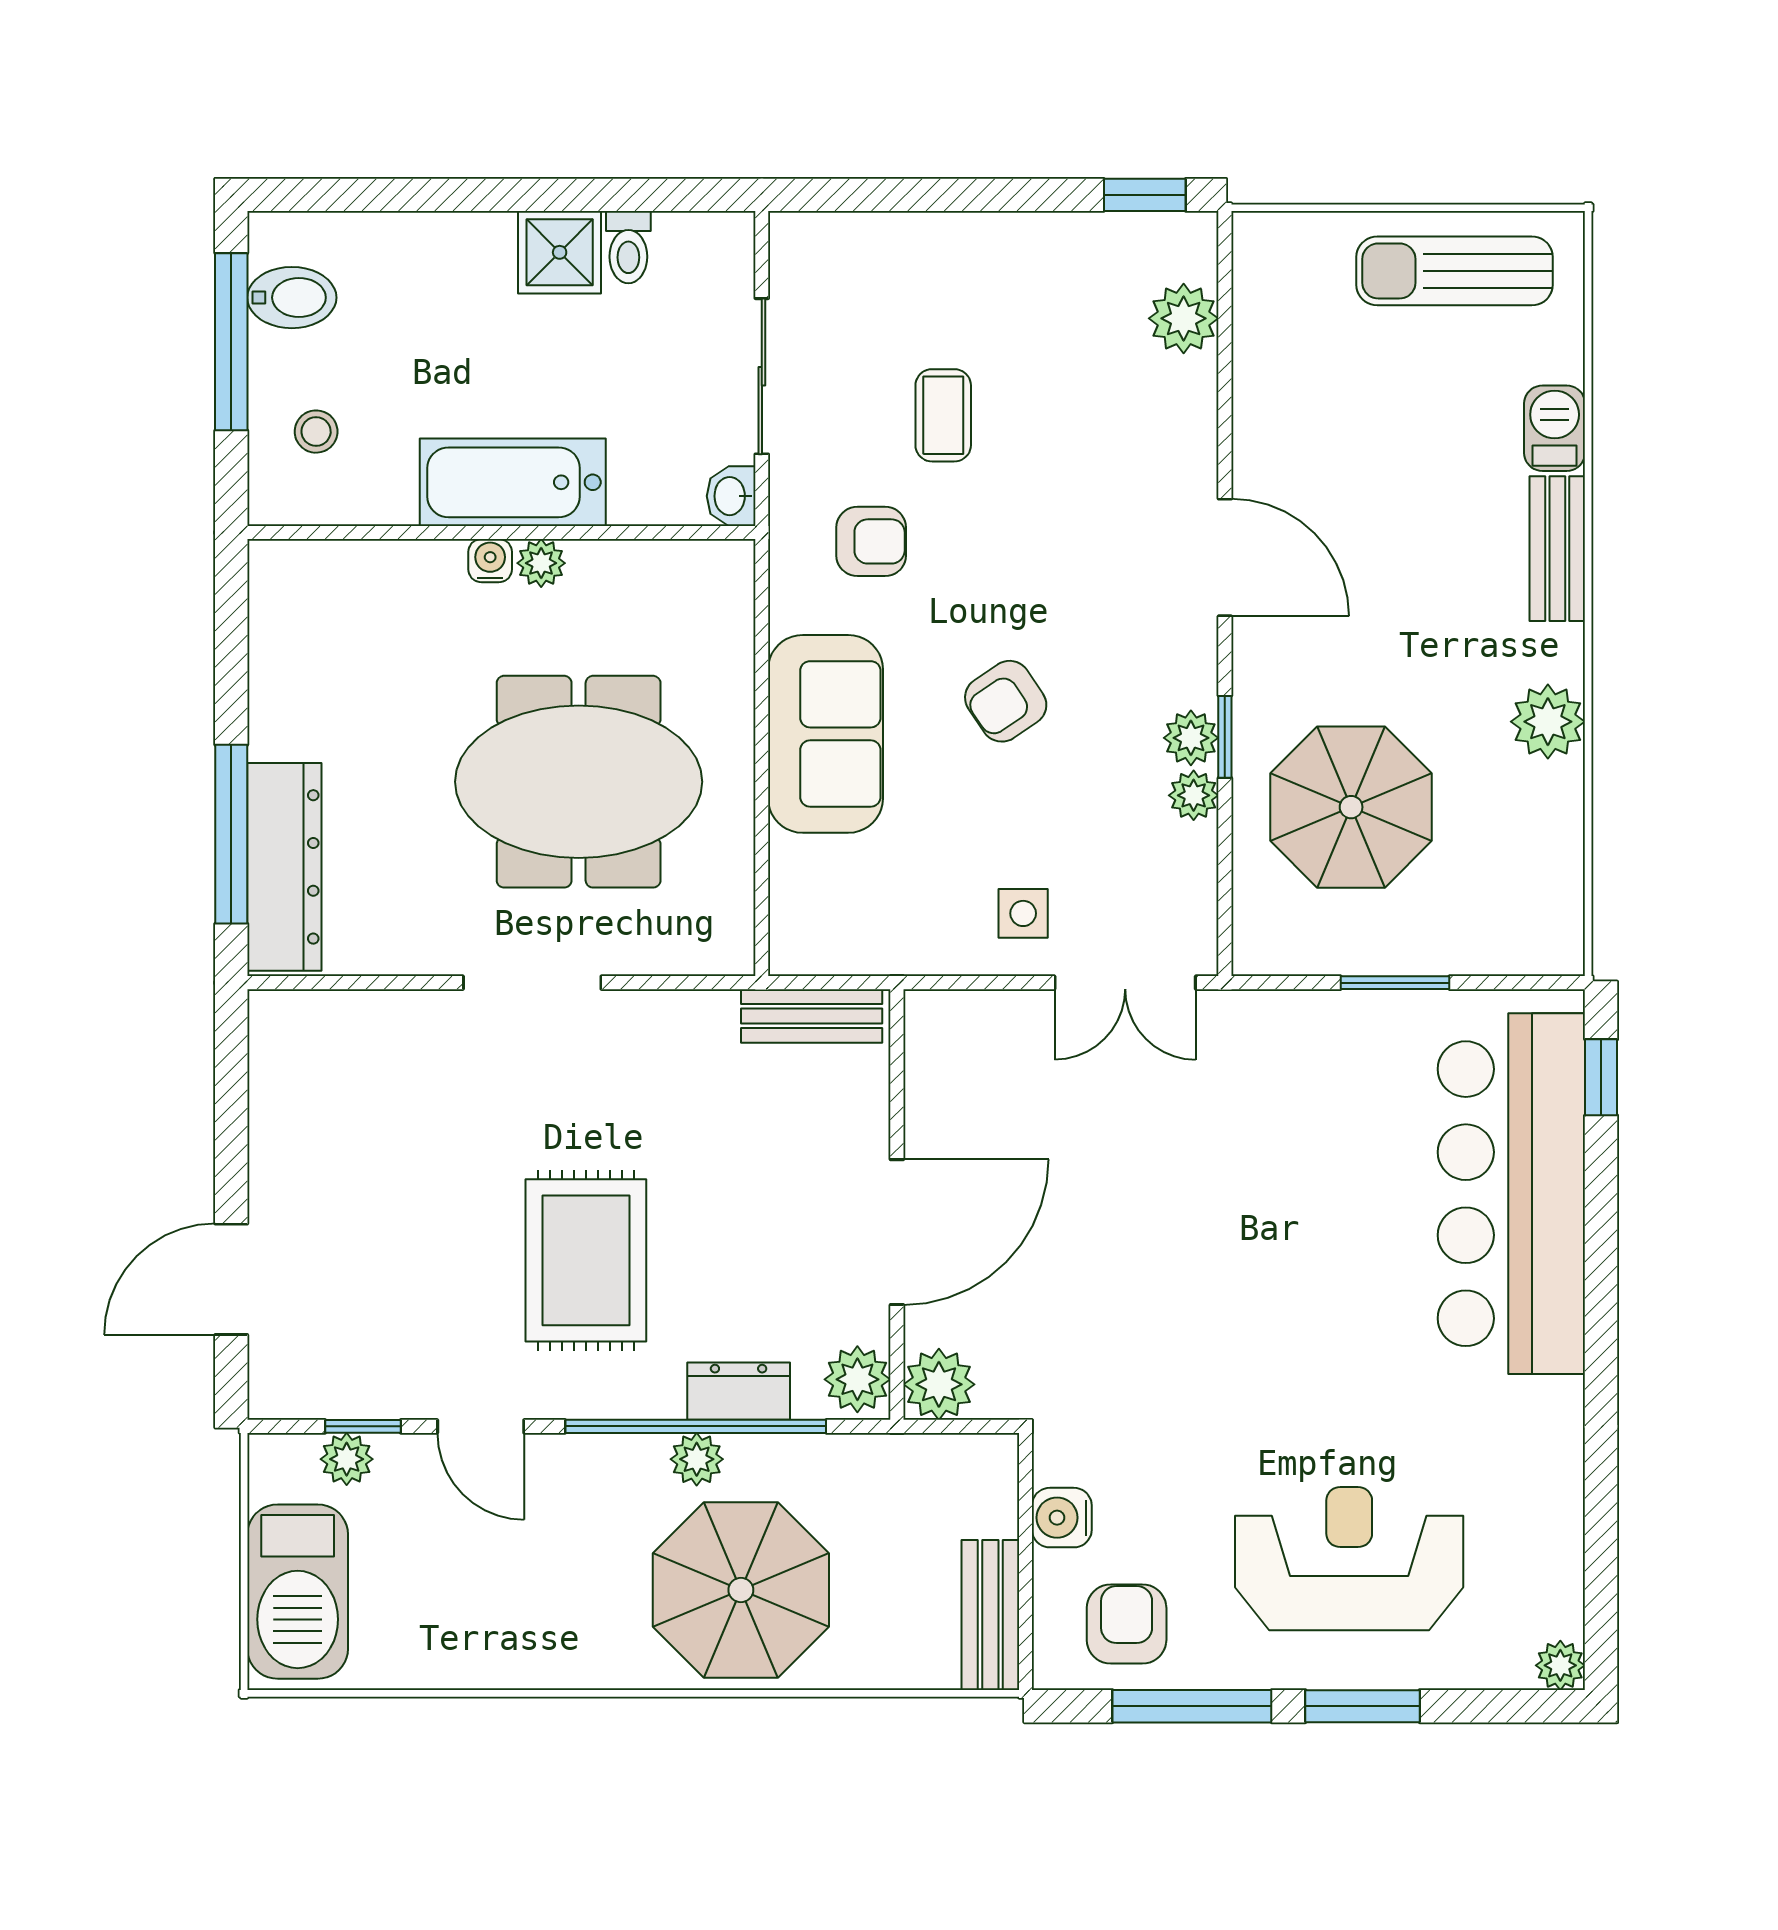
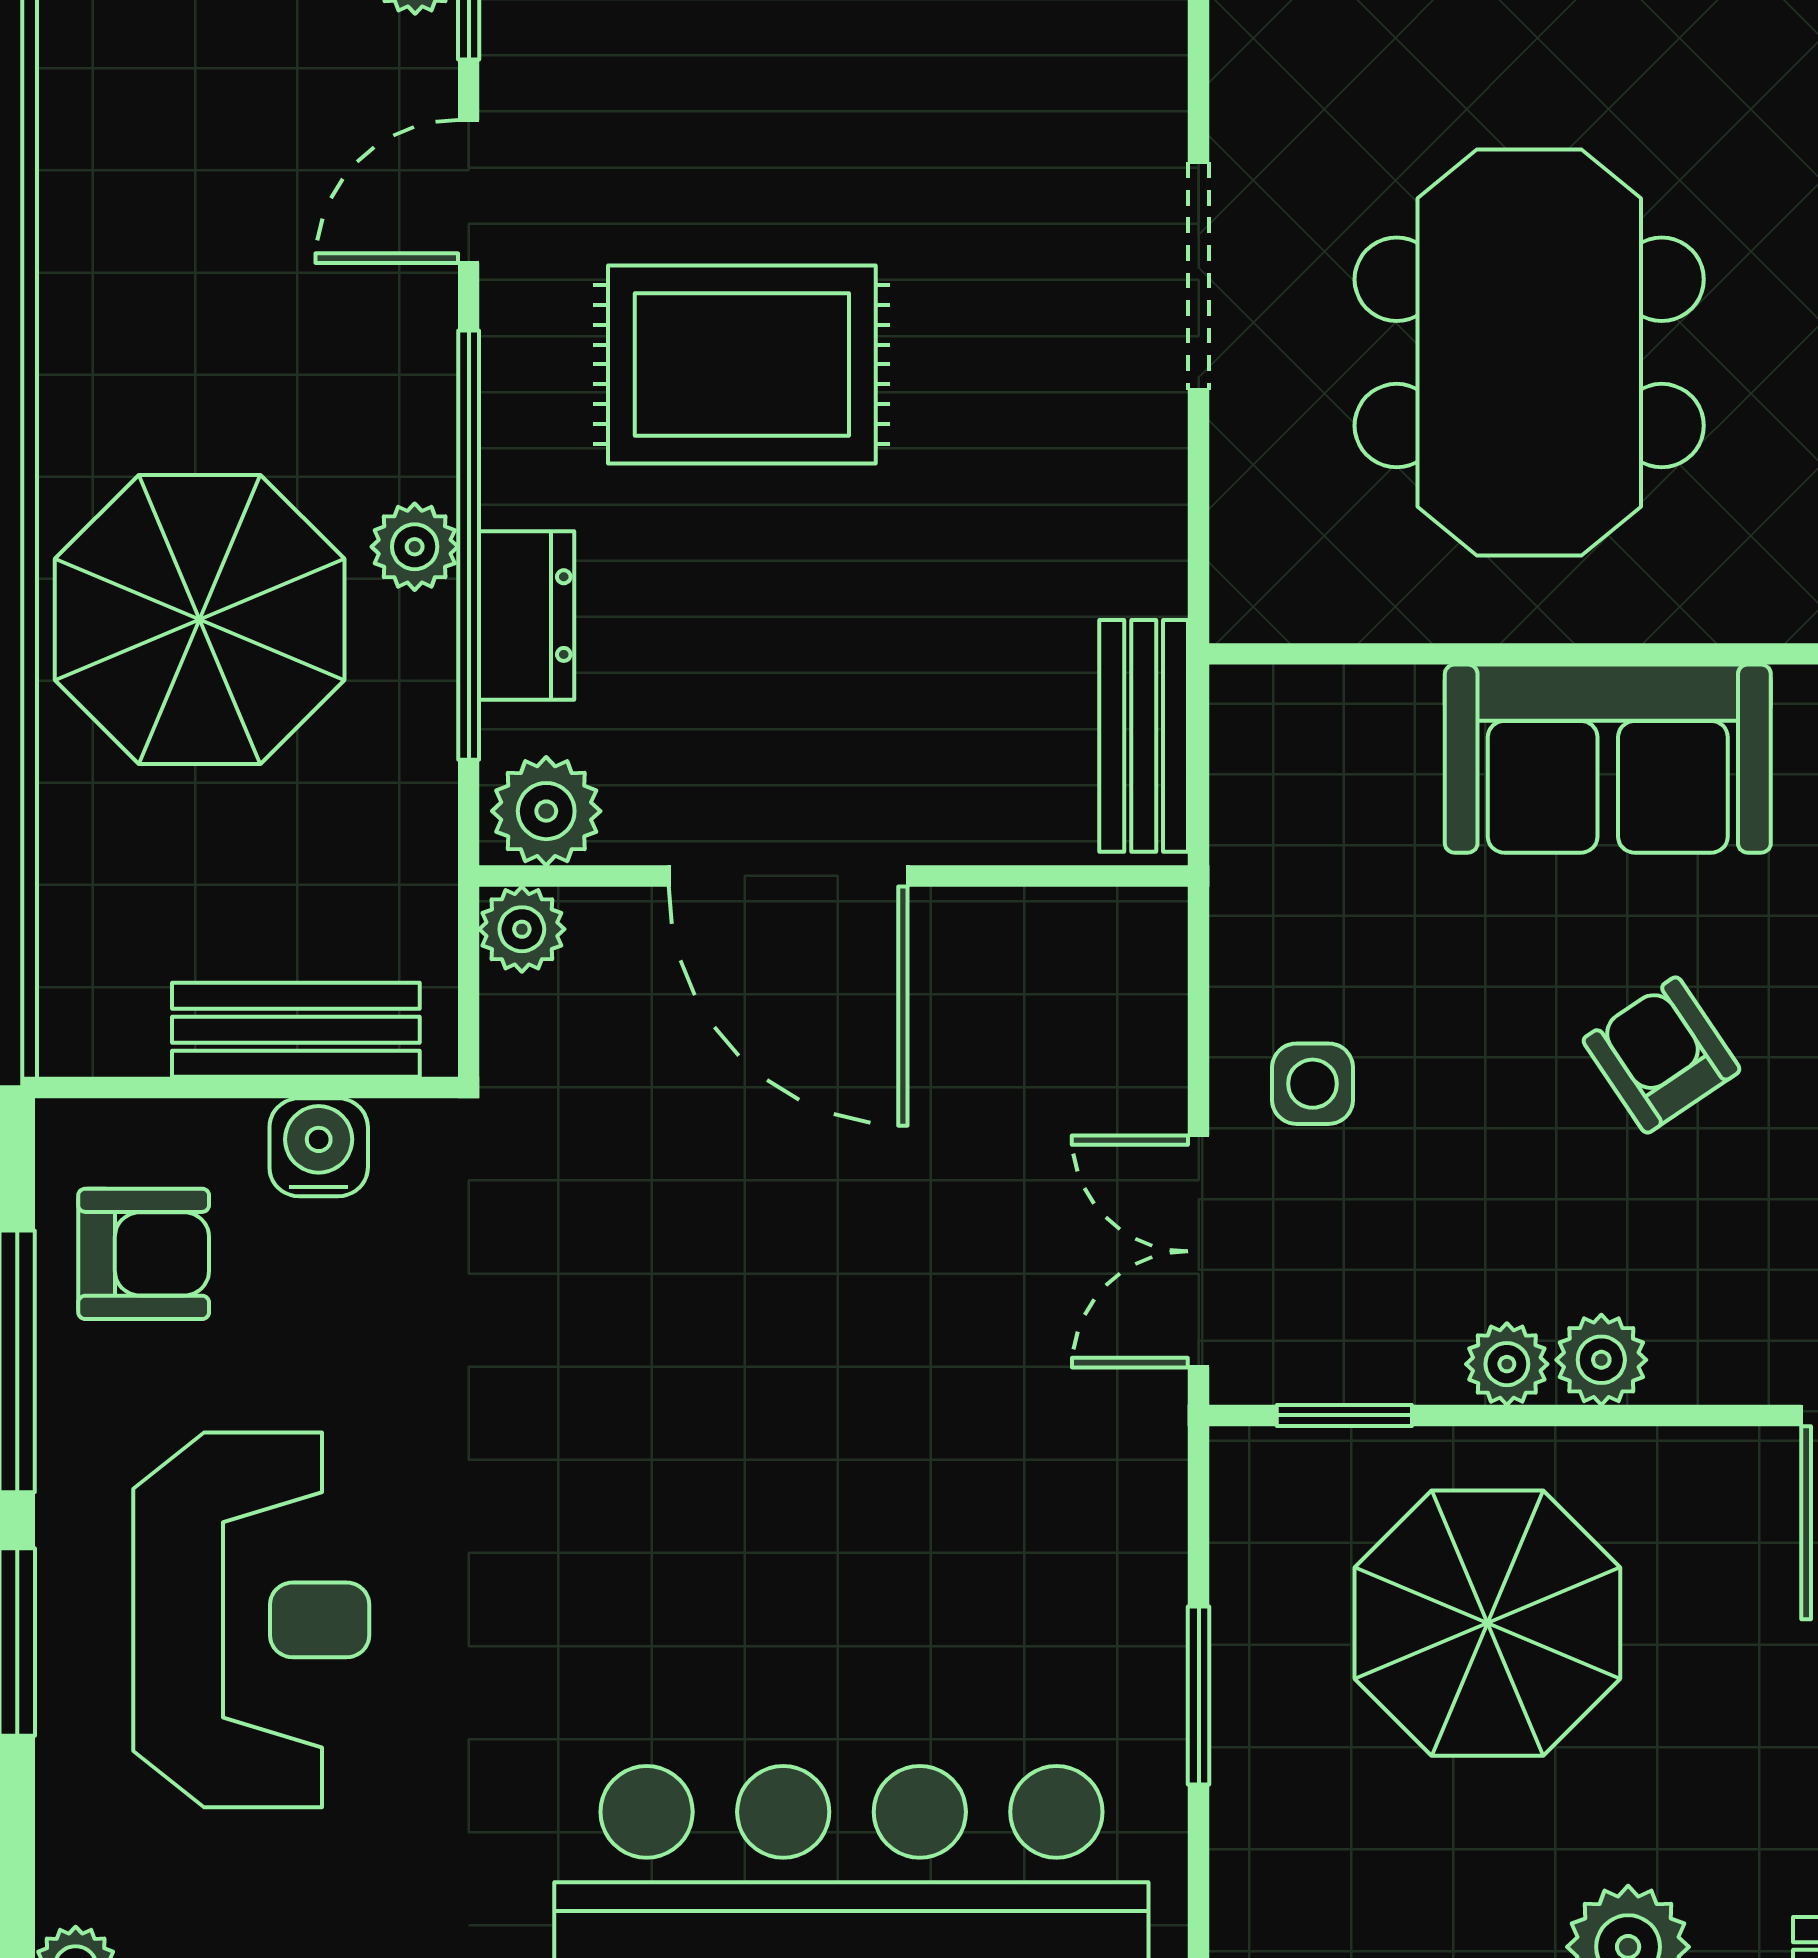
window: (1225, 737) -> (1344, 1415), moved
plant: (939, 1384) -> (522, 929), width x0.73, depth x0.73
bench: (990, 1615) -> (296, 1030), moved

